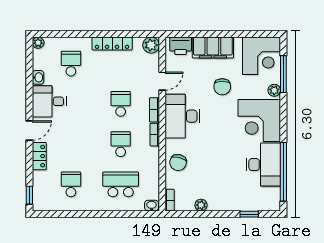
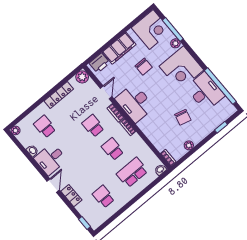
chair: (178, 163) -> (183, 117), moved

